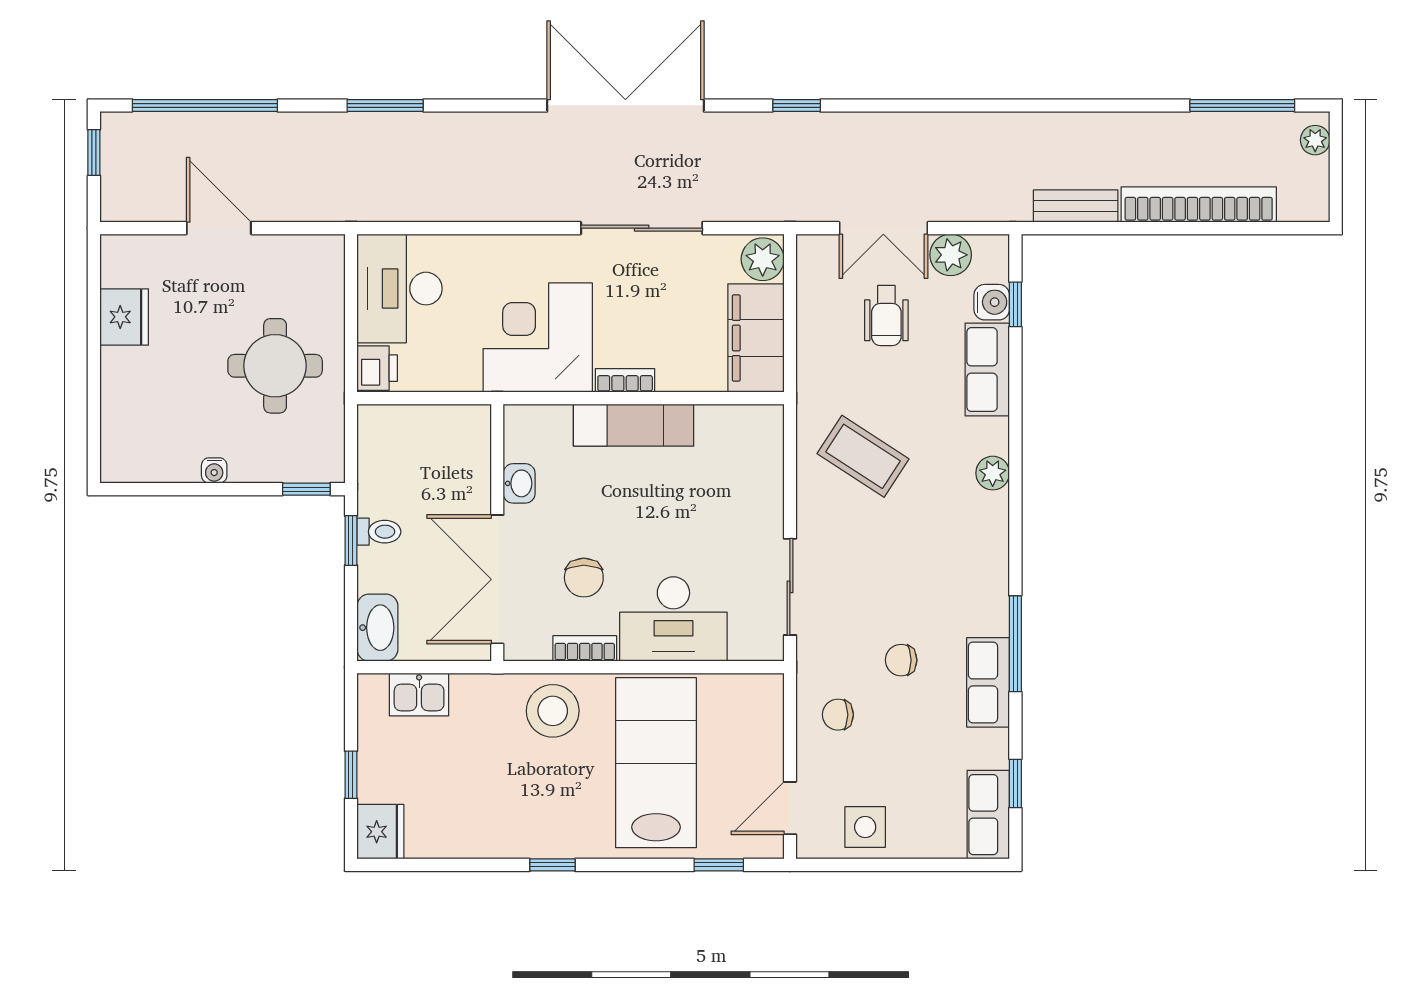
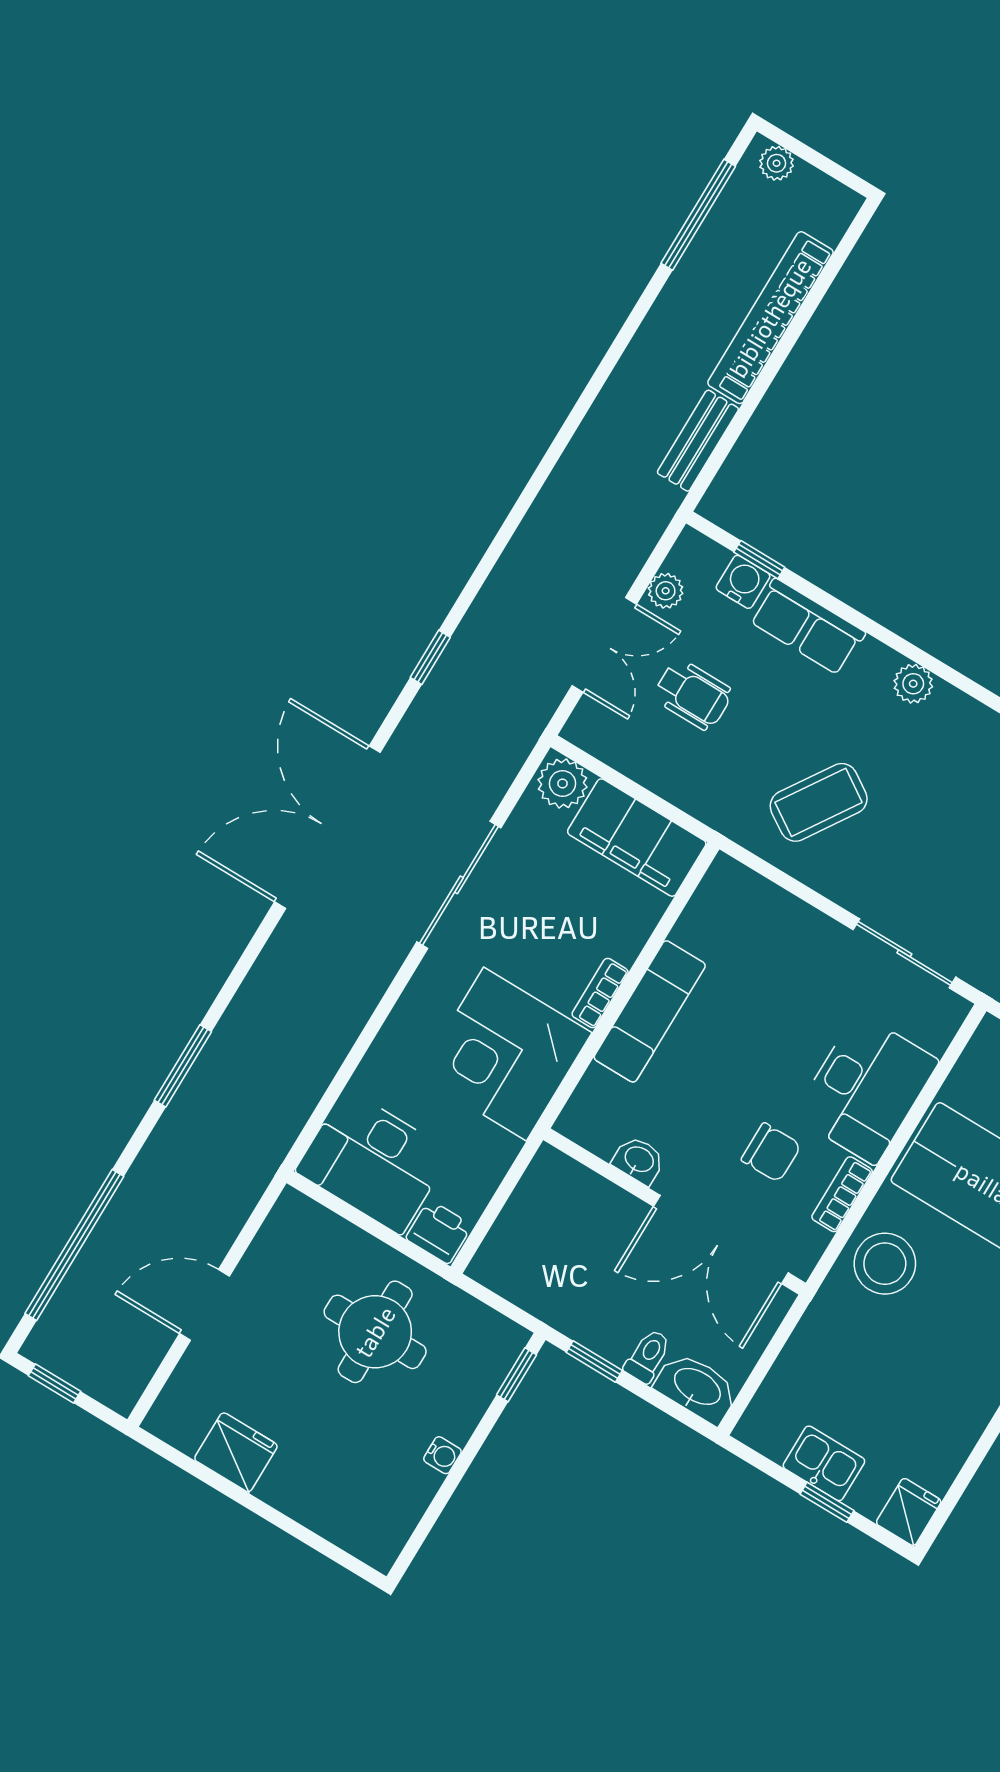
plant: (951, 255) -> (666, 591), width x0.73, depth x0.73
toilet: (379, 532) -> (648, 1356), moved
kitchen sink: (419, 695) -> (824, 1463), moved, turned -90
fridge: (380, 832) -> (909, 1512), width x0.72

